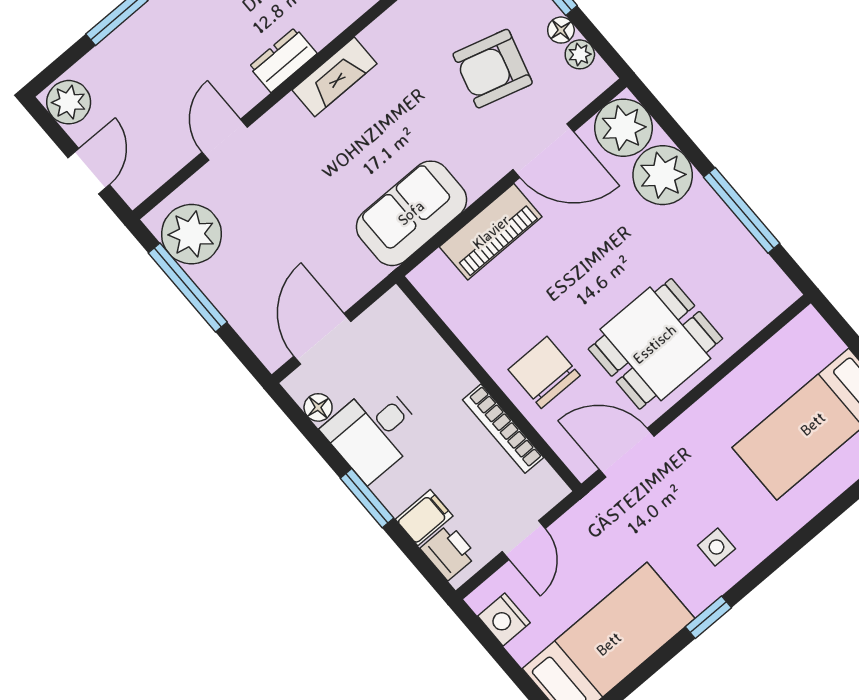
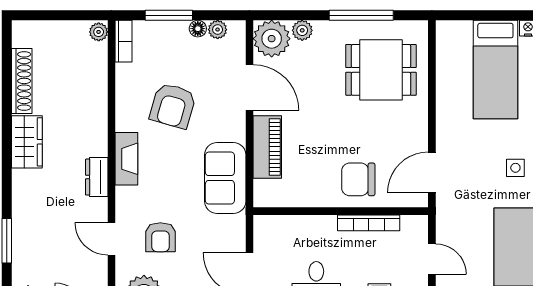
armchair: (493, 69) -> (173, 106), moved
door: (543, 151) -> (249, 87), hinge flipped
plant: (663, 175) -> (302, 30), width x0.53, depth x0.53
armchair: (276, 196) -> (160, 237), added
dining table: (655, 344) -> (381, 70), moved, turned 90

